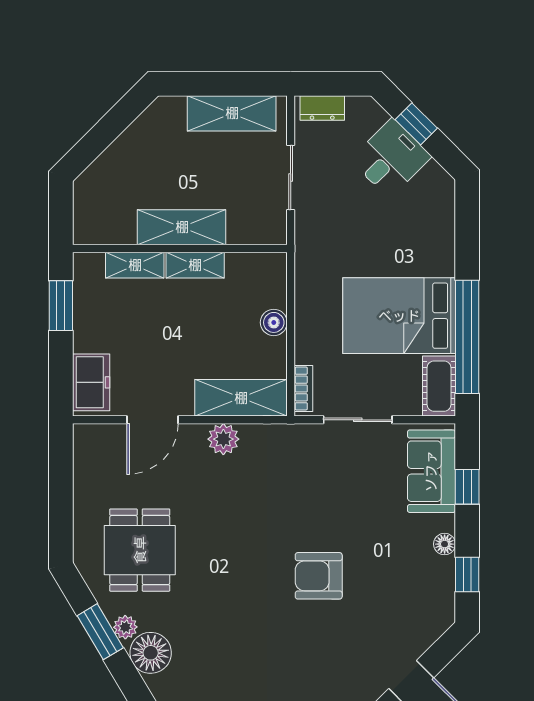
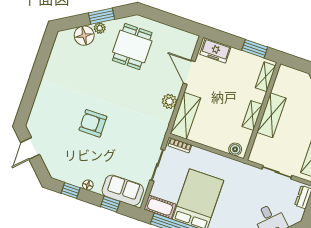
shelving: (135, 265) -> (266, 77), moved
boiler: (274, 322) -> (235, 149), moved
dining table: (140, 550) -> (132, 47), turned 90
armchair: (319, 576) -> (93, 123), turned -90

